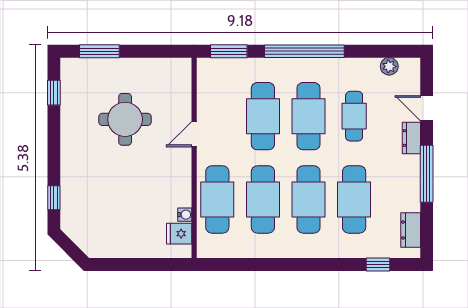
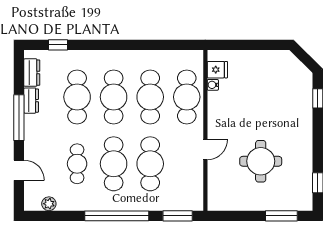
dresser: (411, 138) -> (31, 101), moved

